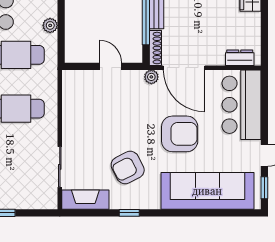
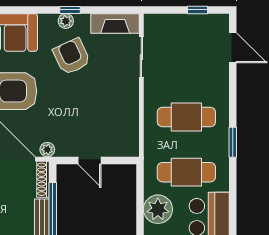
plant: (50, 25) -> (158, 209), width x1.88, depth x1.88
armchair: (128, 168) -> (72, 56), turned -88
plant: (133, 202) -> (66, 21), added

